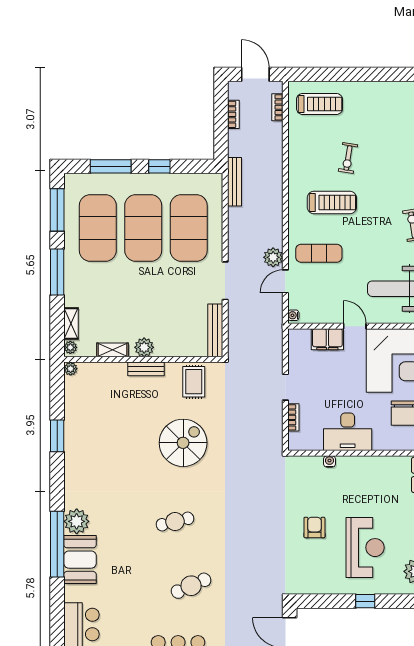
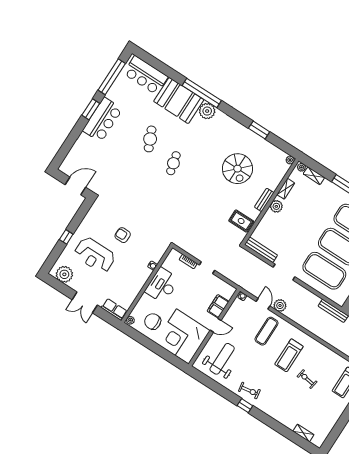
spiral stairs: (183, 443) -> (237, 169), moved
armchair: (314, 527) -> (123, 235), turned 180
booth: (80, 560) -> (179, 101), width x1.36, depth x1.42
cafe table: (191, 586) -> (150, 139), moved

